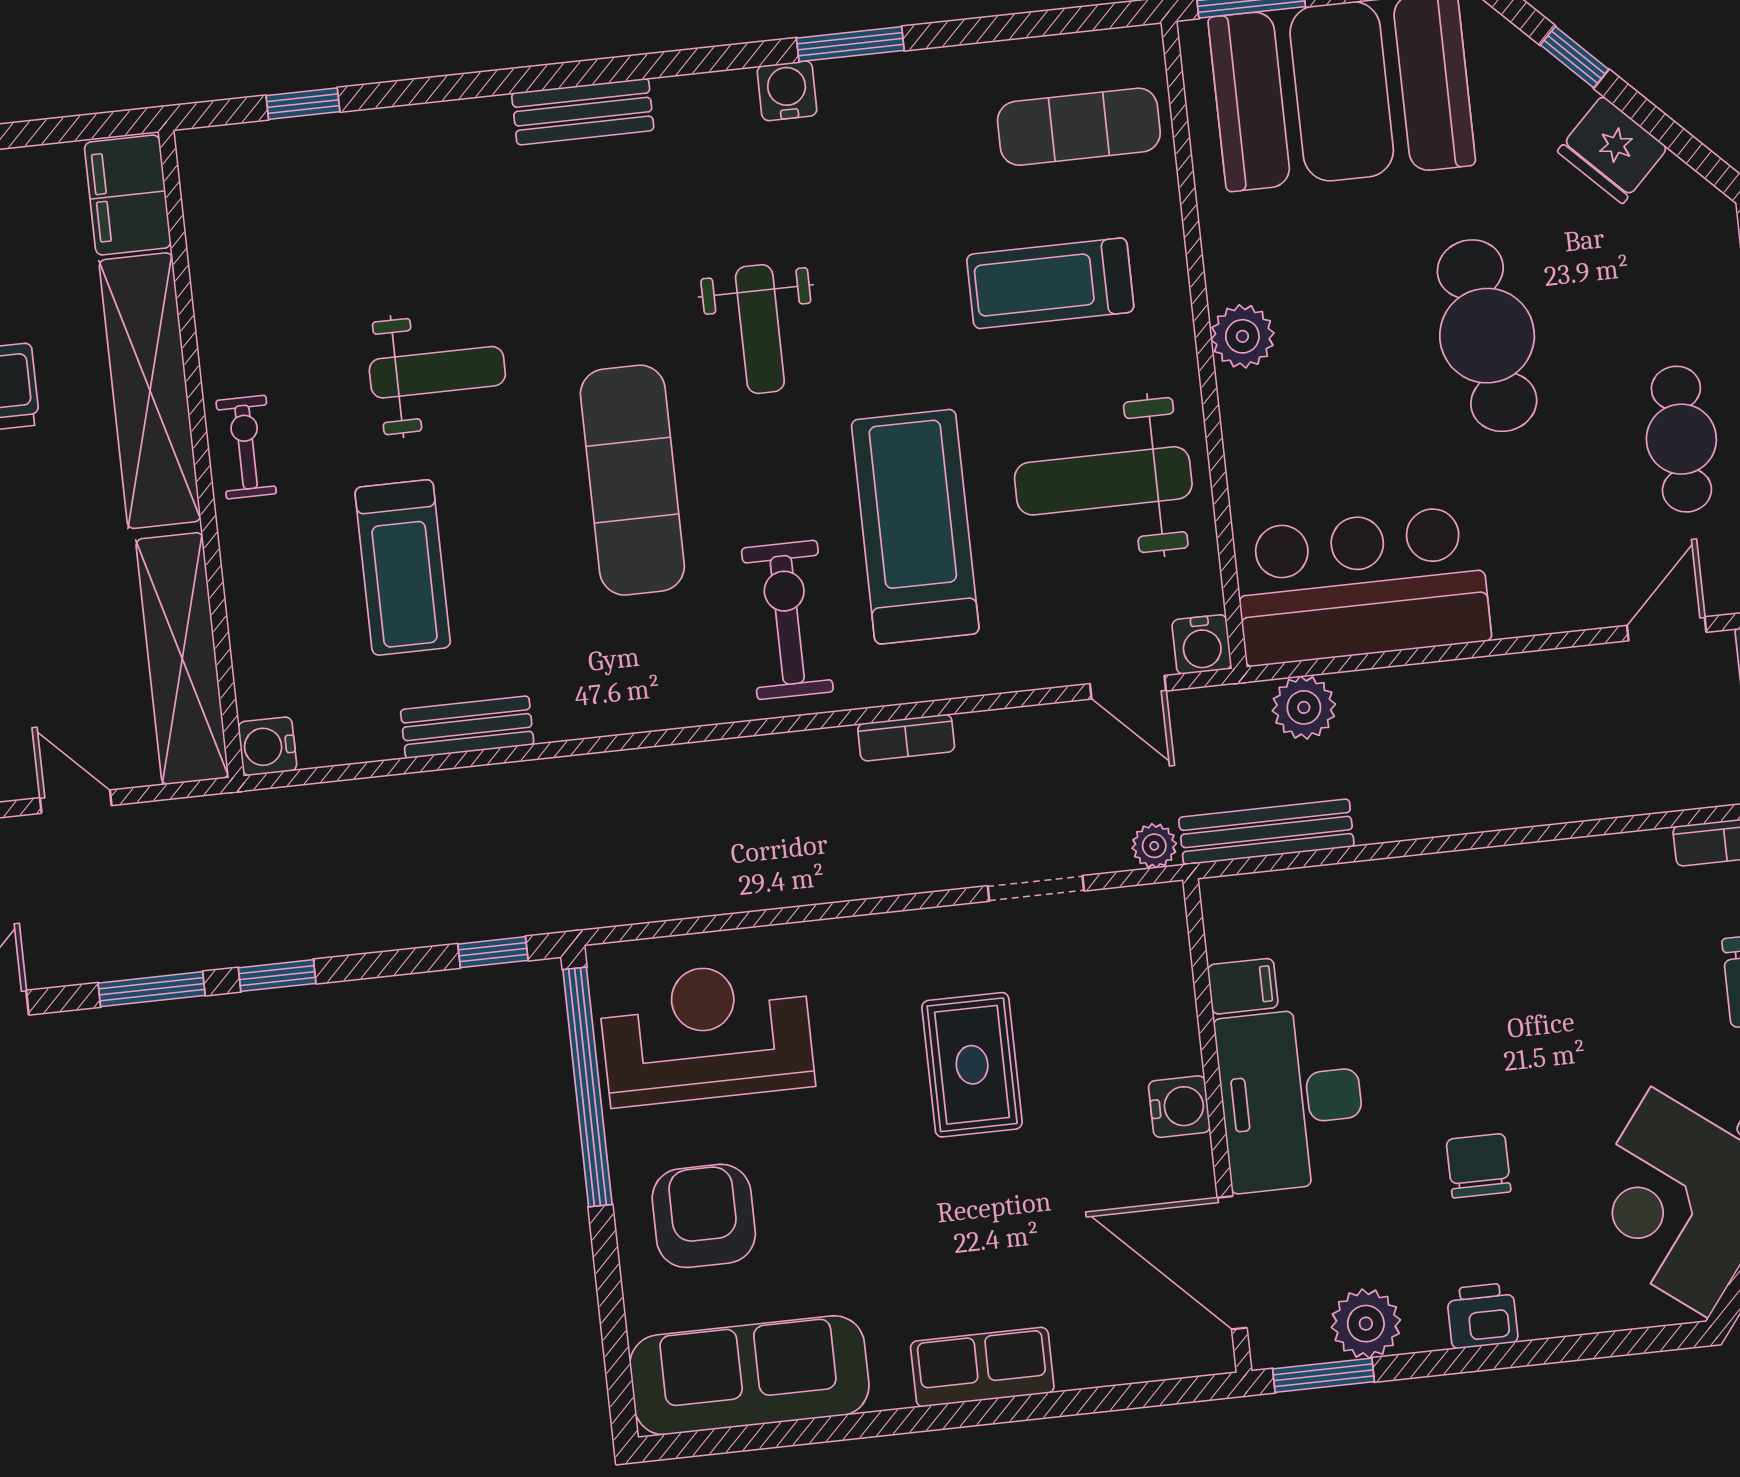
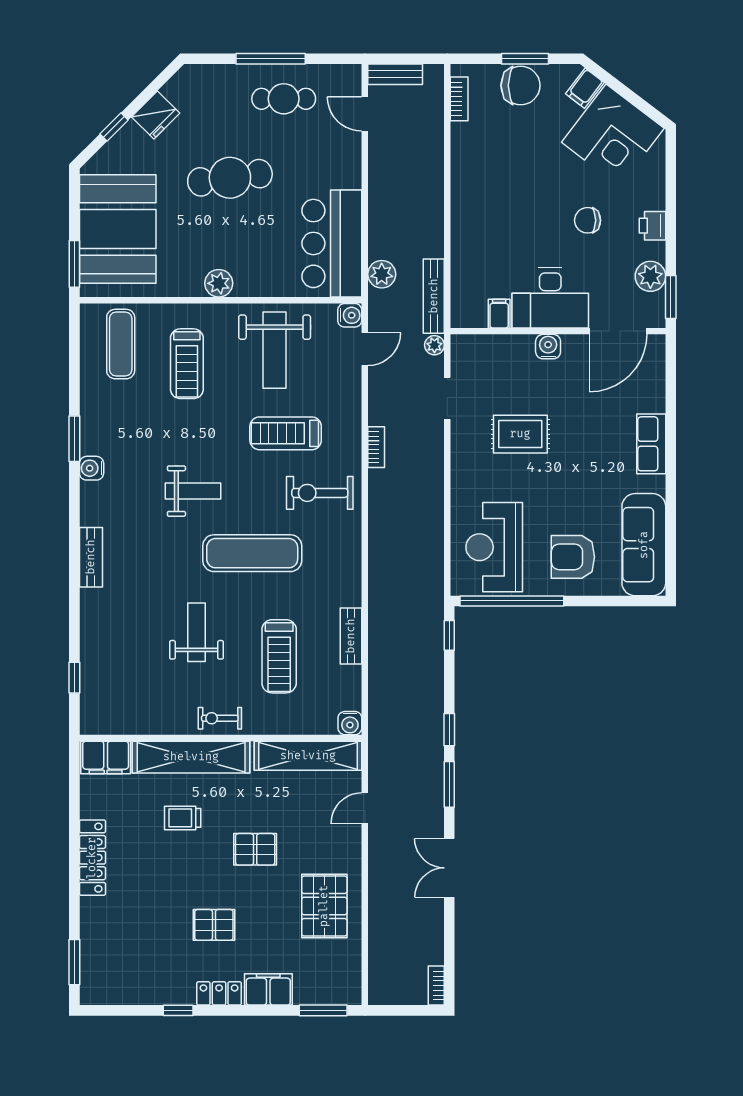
treadmill: (915, 527) -> (286, 433), width x0.73, depth x0.73
treadmill: (403, 567) -> (279, 656), turned 90

